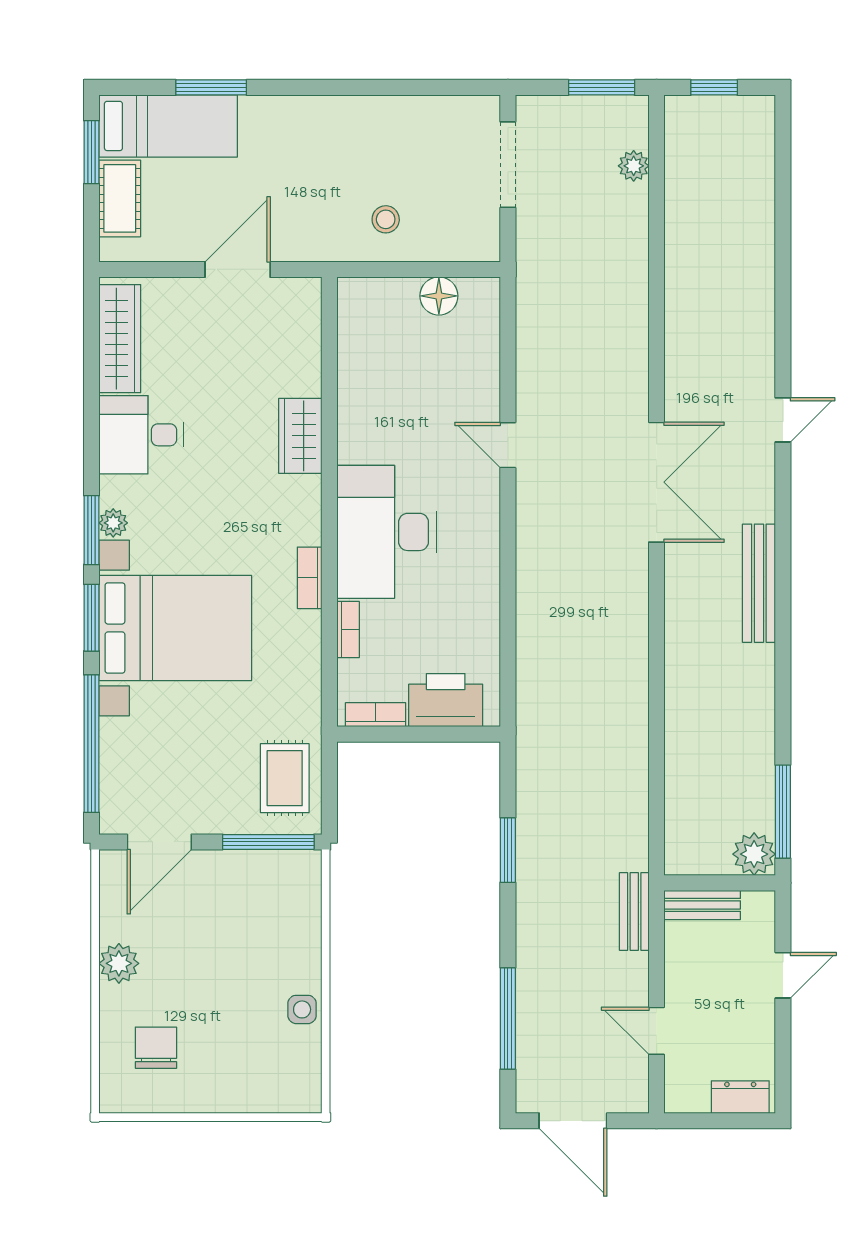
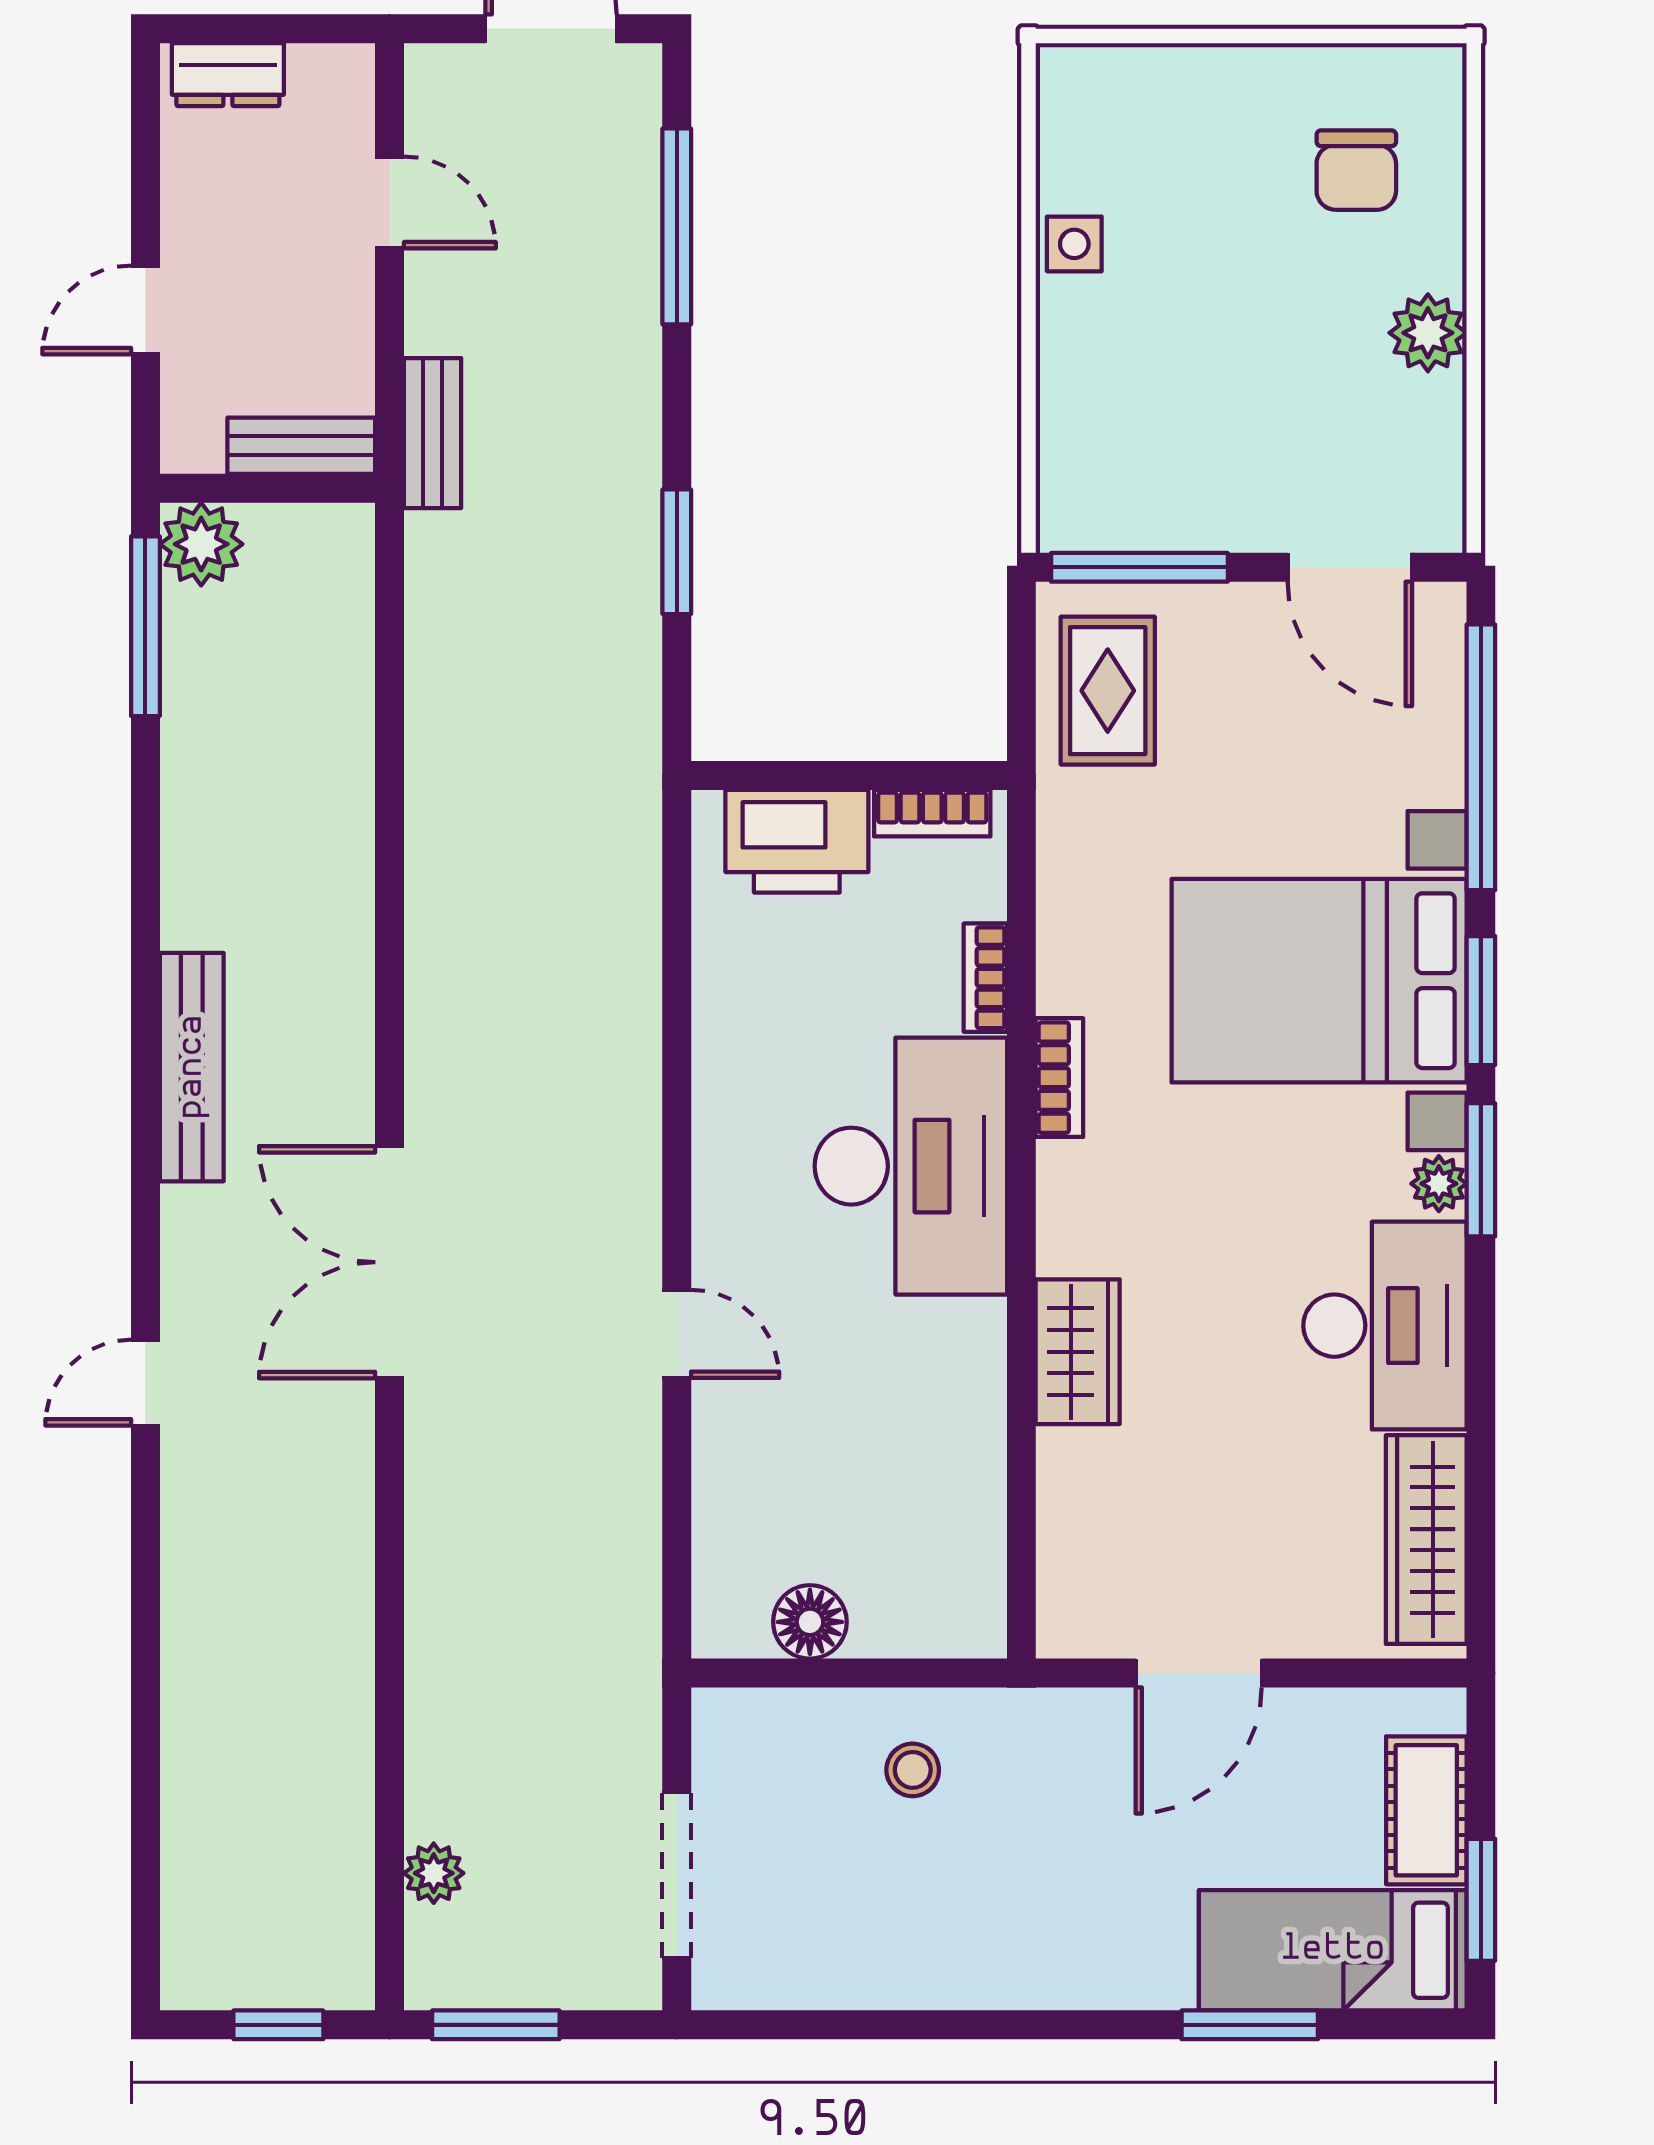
desk: (141, 435) -> (1385, 1326), width x1.37
door: (159, 842) -> (1350, 567), swing flipped

